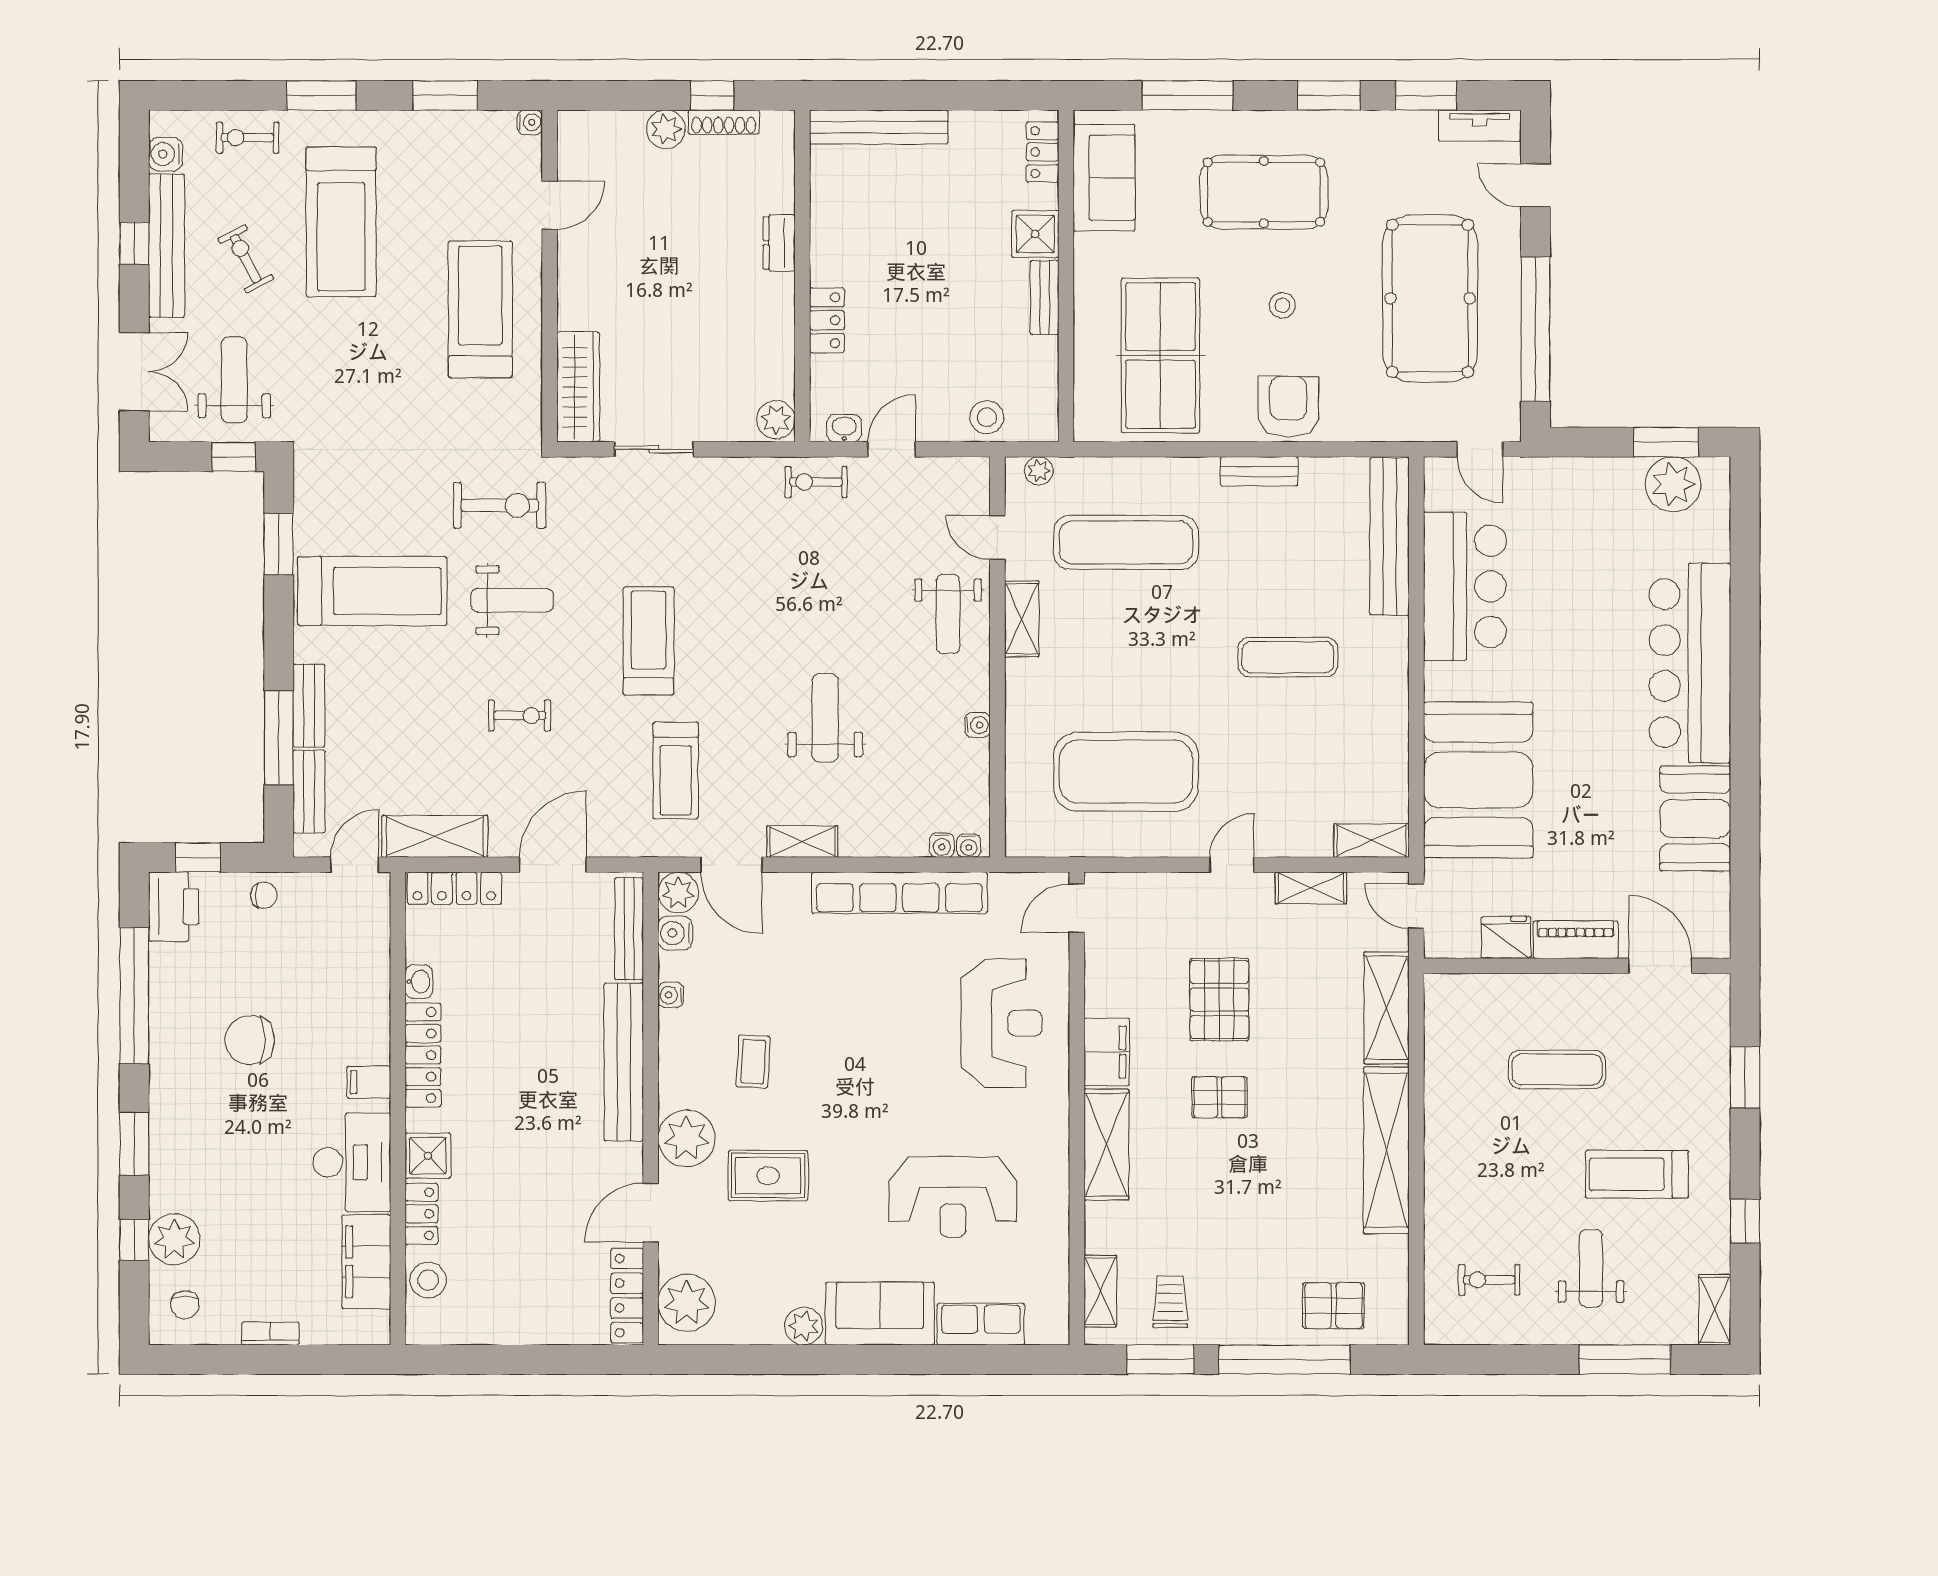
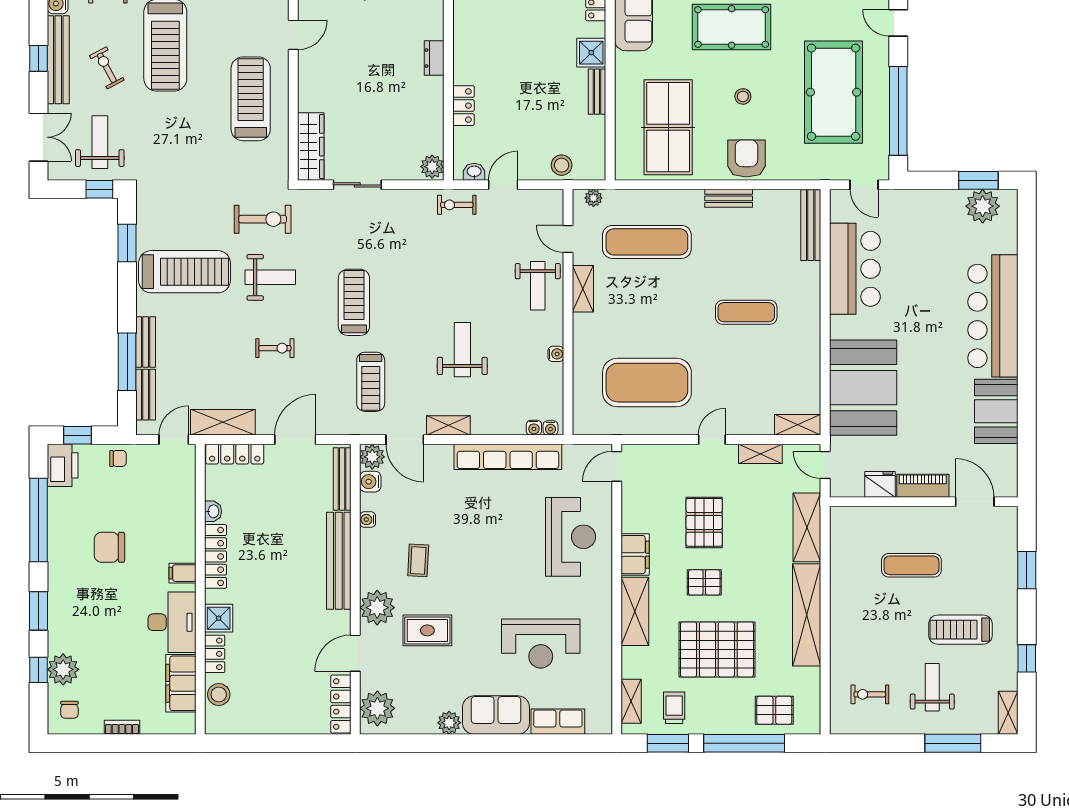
bench: (1389, 536) -> (811, 225), width x0.73, depth x0.82
pallet: (1240, 1207) -> (717, 649), added

